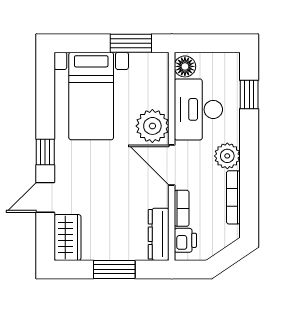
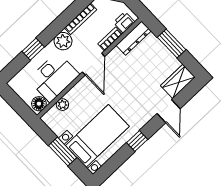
window: (131, 43) -> (63, 152), moved
window: (249, 95) -> (33, 49), moved
plant: (152, 126) -> (62, 105), moved, width x0.53, depth x0.53
window: (45, 152) -> (137, 141), moved
door: (45, 197) -> (169, 111), hinge flipped

